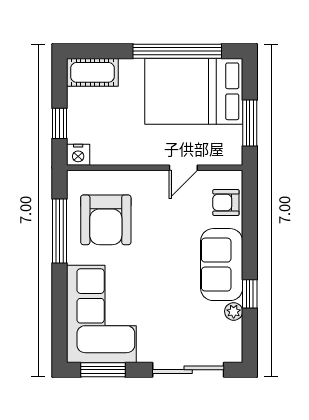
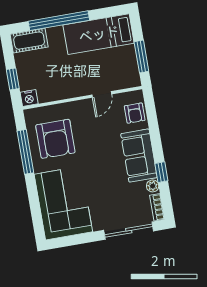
window: (177, 51) -> (59, 21), moved
bed: (194, 91) -> (99, 34), width x0.67
armchair: (226, 203) -> (135, 113), turned -90
bookcase: (235, 343) -> (157, 207), added
window: (103, 370) -> (71, 241), removed

